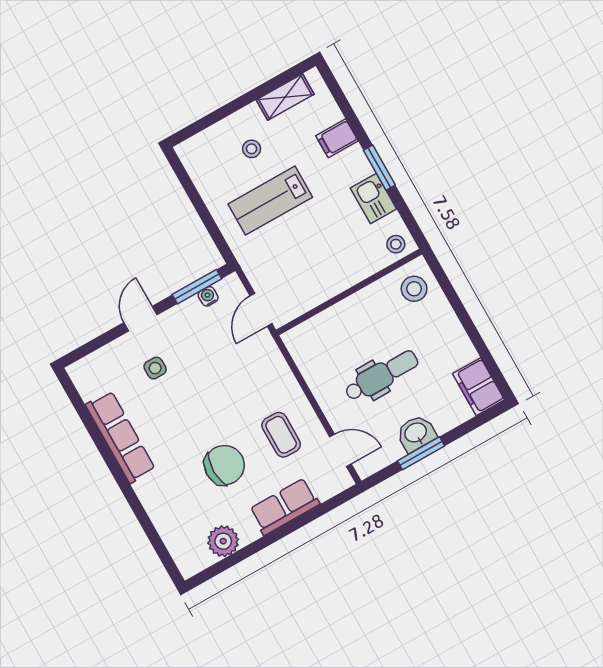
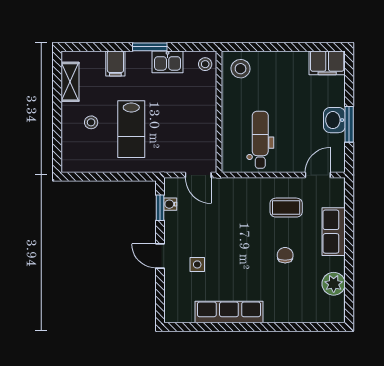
window: (197, 287) -> (160, 208), width x0.67
dental chair: (381, 376) -> (260, 140), moved
chair: (224, 465) -> (285, 255), width x0.54, depth x0.54

